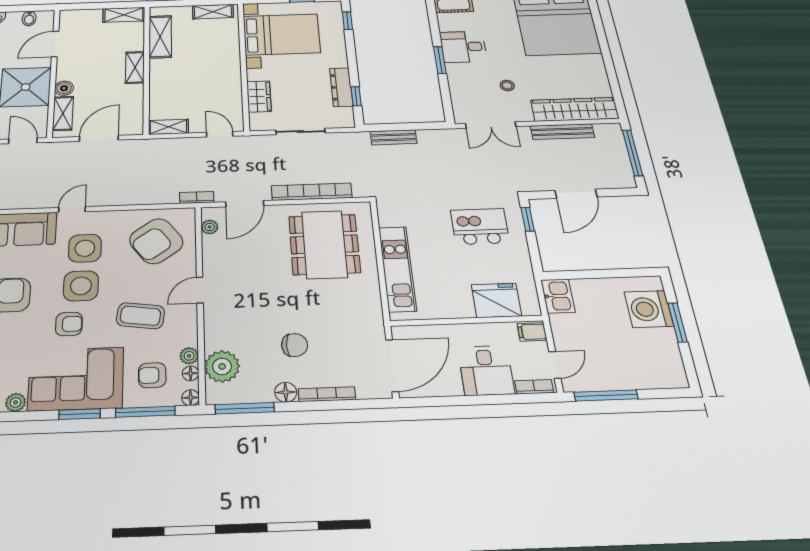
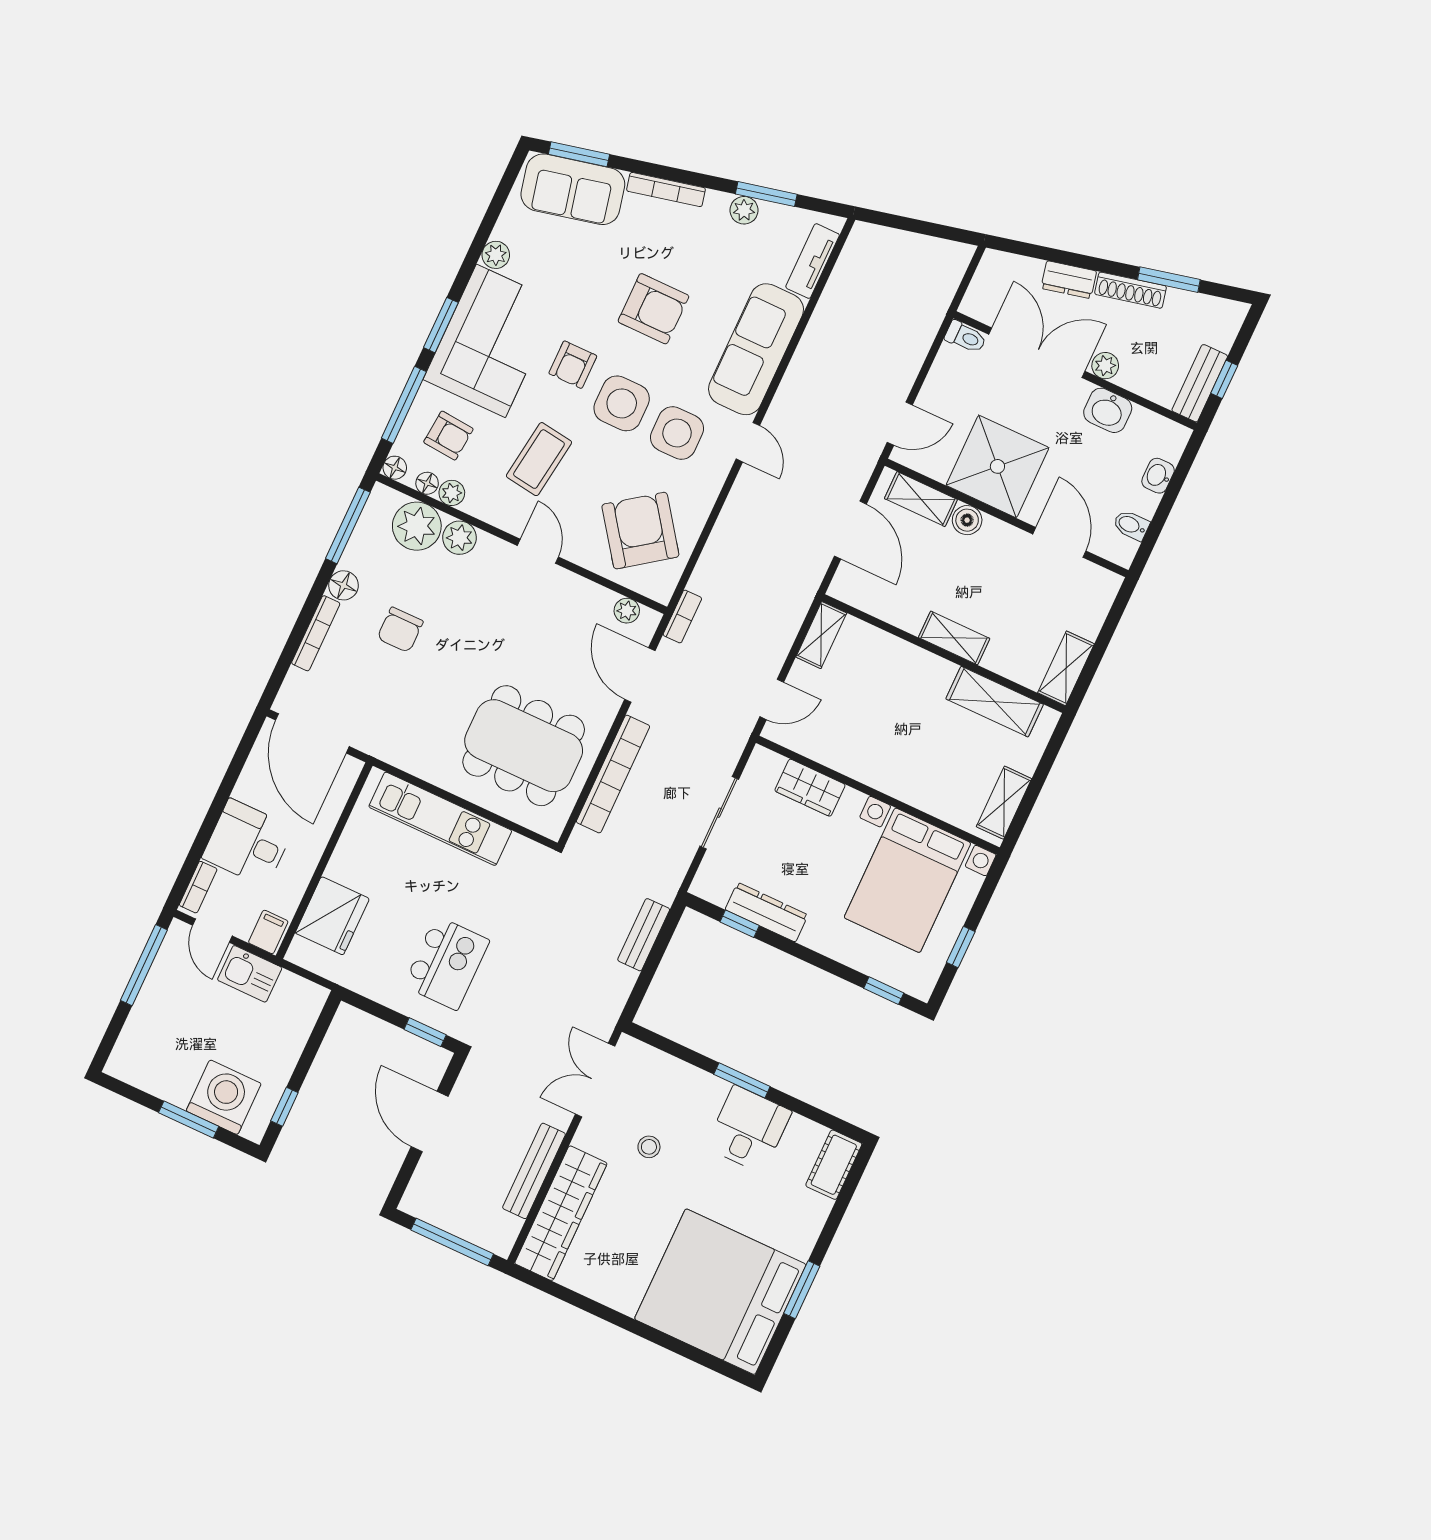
window: (628, 273) -> (284, 1107), added
kitchen sink: (558, 296) -> (250, 974), moved
plant: (216, 338) -> (459, 538), added
armchair: (152, 375) -> (448, 436), turned 96

